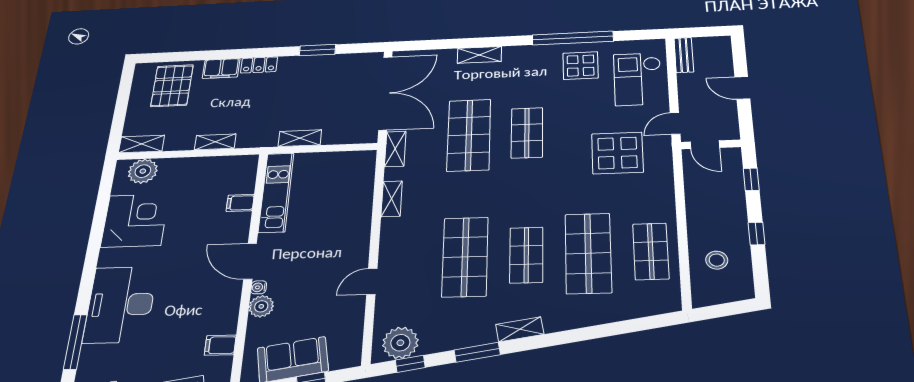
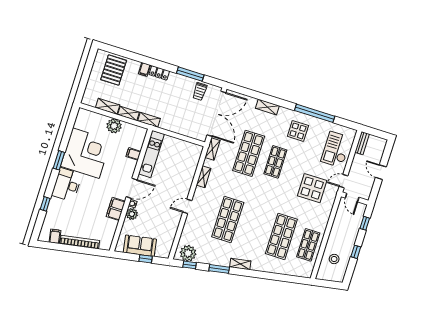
window: (318, 50) -> (190, 74), width x1.44
display table: (581, 66) -> (298, 131), moved
filing cabinet: (221, 68) -> (144, 69), width x0.50
trolley: (343, 70) -> (200, 91), added
shelving: (300, 138) -> (149, 120), moved
shelving: (141, 144) -> (108, 106), moved
plant: (143, 171) -> (114, 126), moved
corner desk: (135, 220) -> (86, 153), width x1.36, depth x1.36
shop shelf: (526, 255) -> (255, 228), removed
window: (92, 257) -> (59, 160), added
door: (250, 261) -> (132, 188), swing flipped
door: (372, 281) -> (187, 206), moved
desk: (120, 305) -> (67, 185), width x0.73, depth x0.77
window: (75, 342) -> (45, 204), width x0.46
filing cabinet: (220, 345) -> (116, 209), moved, width x2.00

